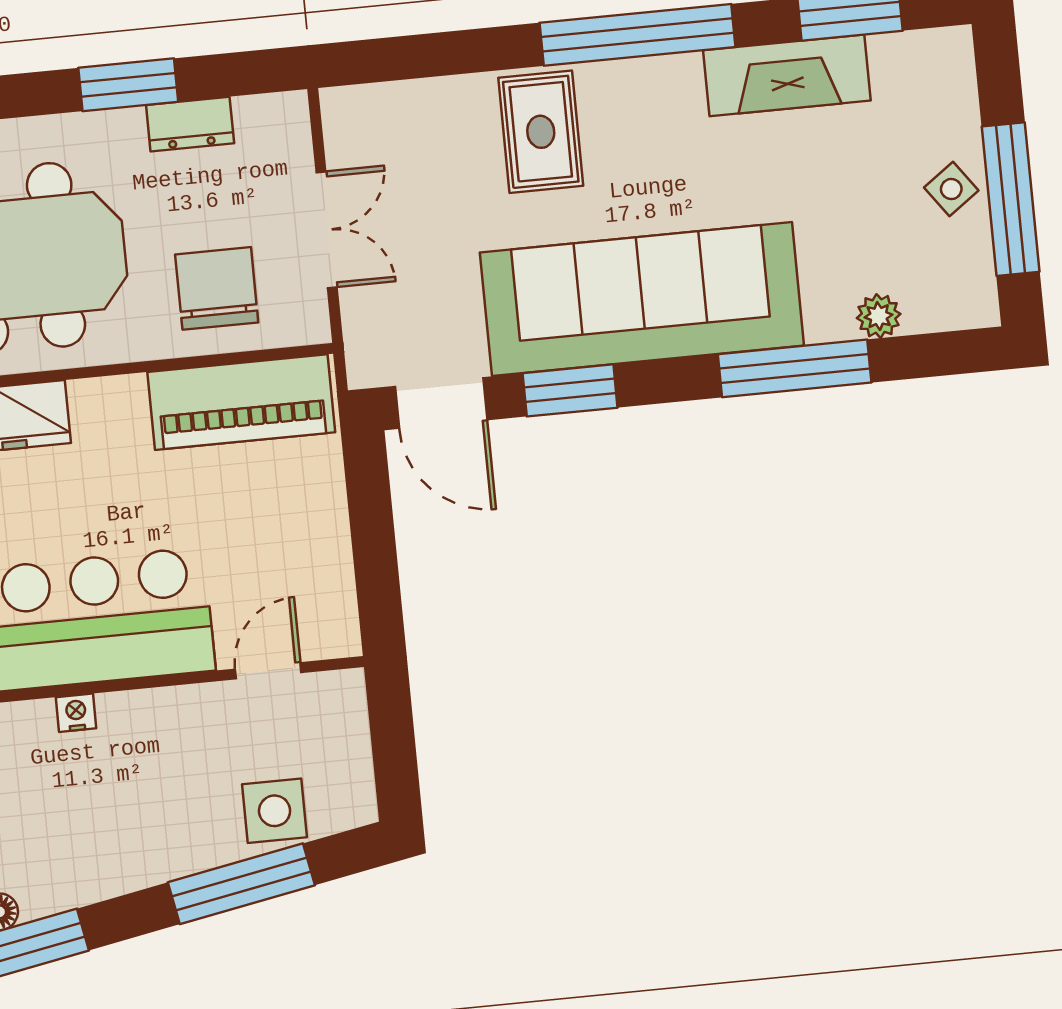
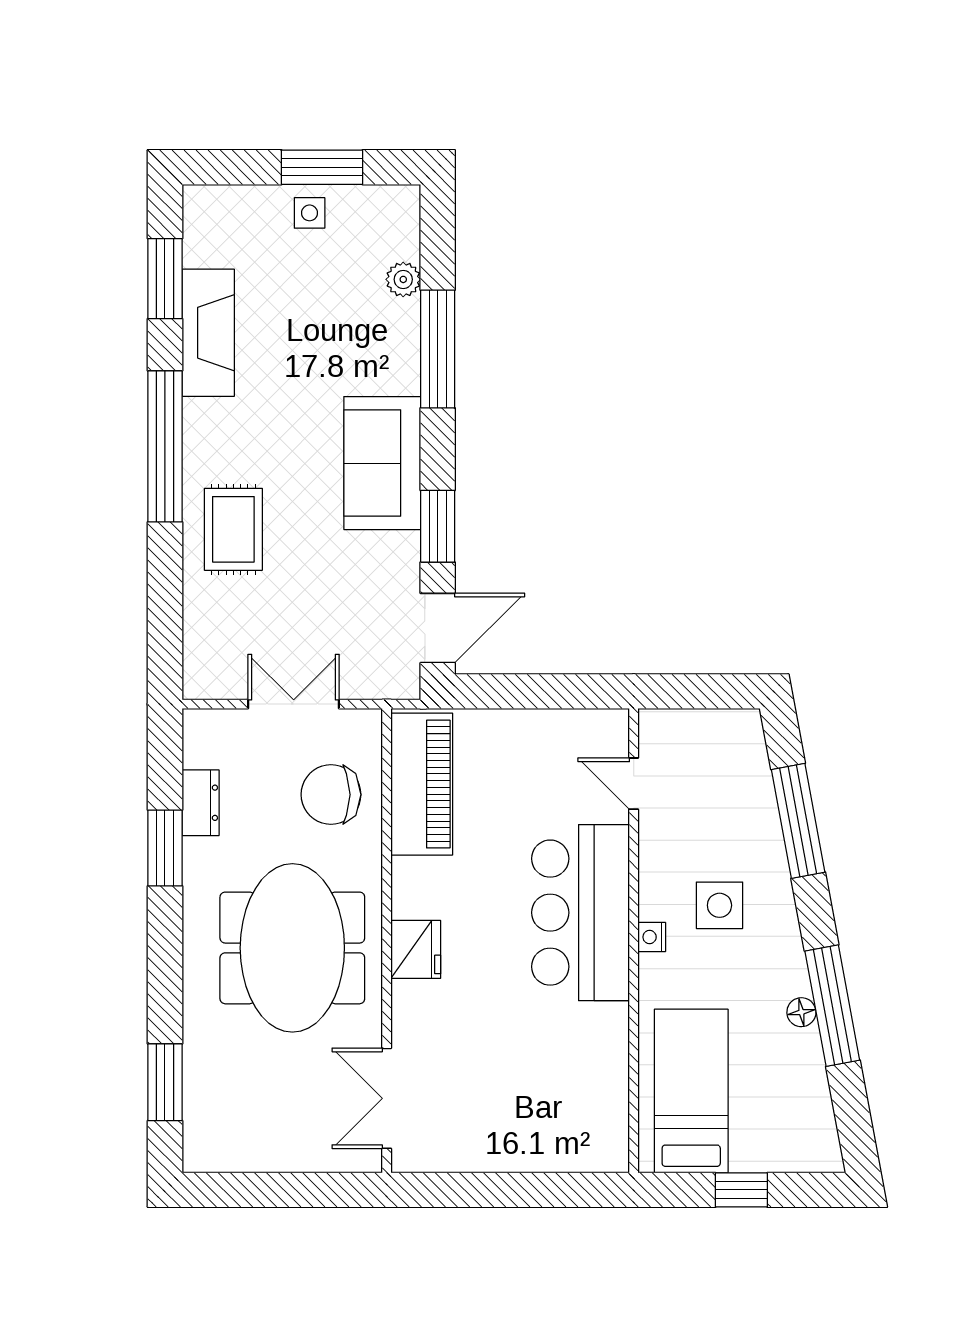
rug: (541, 132) -> (233, 529), turned 90
side table: (951, 189) -> (310, 213), turned 36
window: (1011, 199) -> (322, 167), width x0.69
sofa: (642, 299) -> (382, 463), width x0.54, depth x0.79
side table: (275, 811) -> (719, 905), moved

